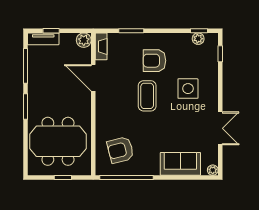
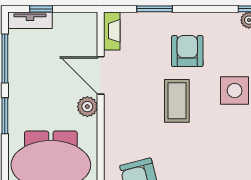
plant: (84, 40) -> (87, 107), moved
armchair: (154, 61) -> (187, 51), turned 90

